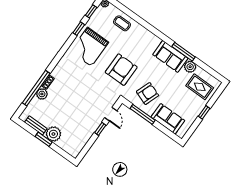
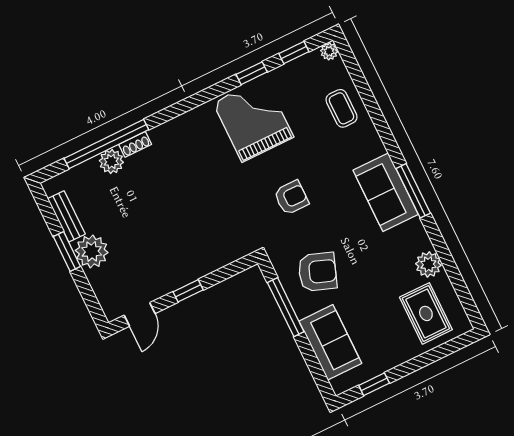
grand piano: (89, 47) -> (253, 120), turned 90
window: (184, 52) -> (413, 191), moved
sofa: (170, 56) -> (386, 192), moved
armchair: (121, 70) -> (291, 198), width x0.53, depth x0.53
window: (204, 112) -> (374, 384), moved
door: (111, 114) -> (140, 314), moved

